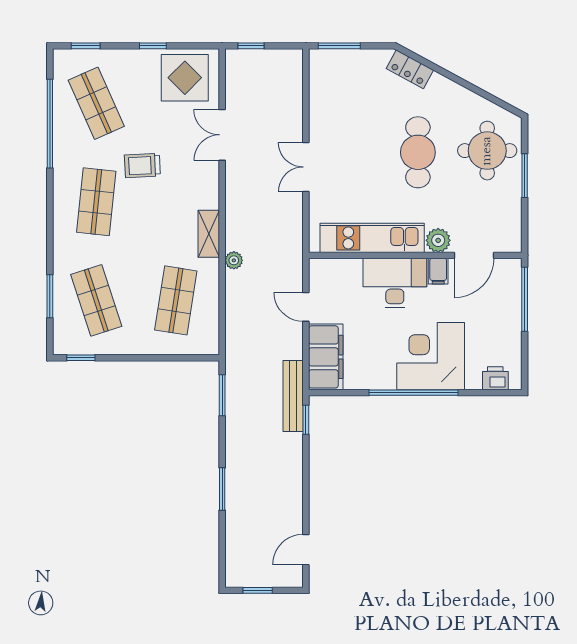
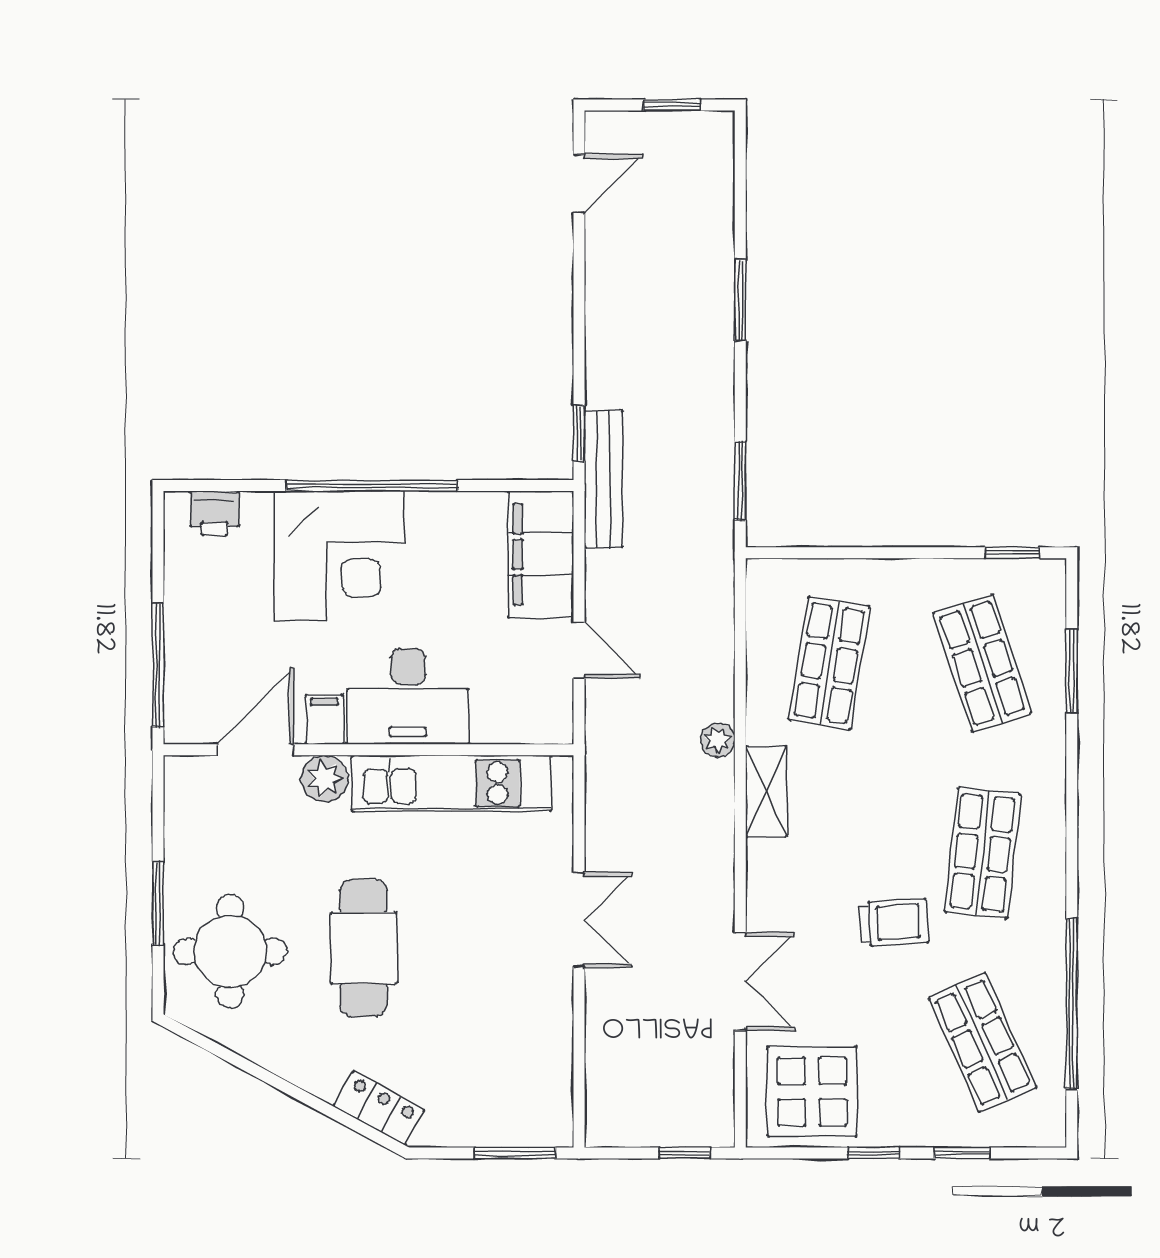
window: (86, 46) -> (962, 1153), moved

